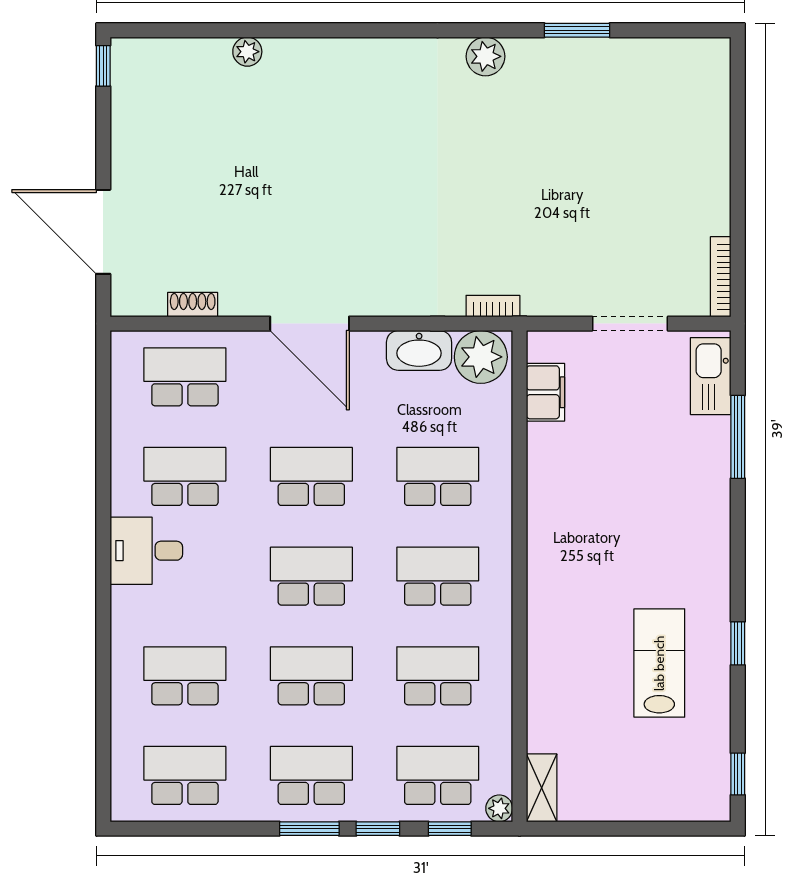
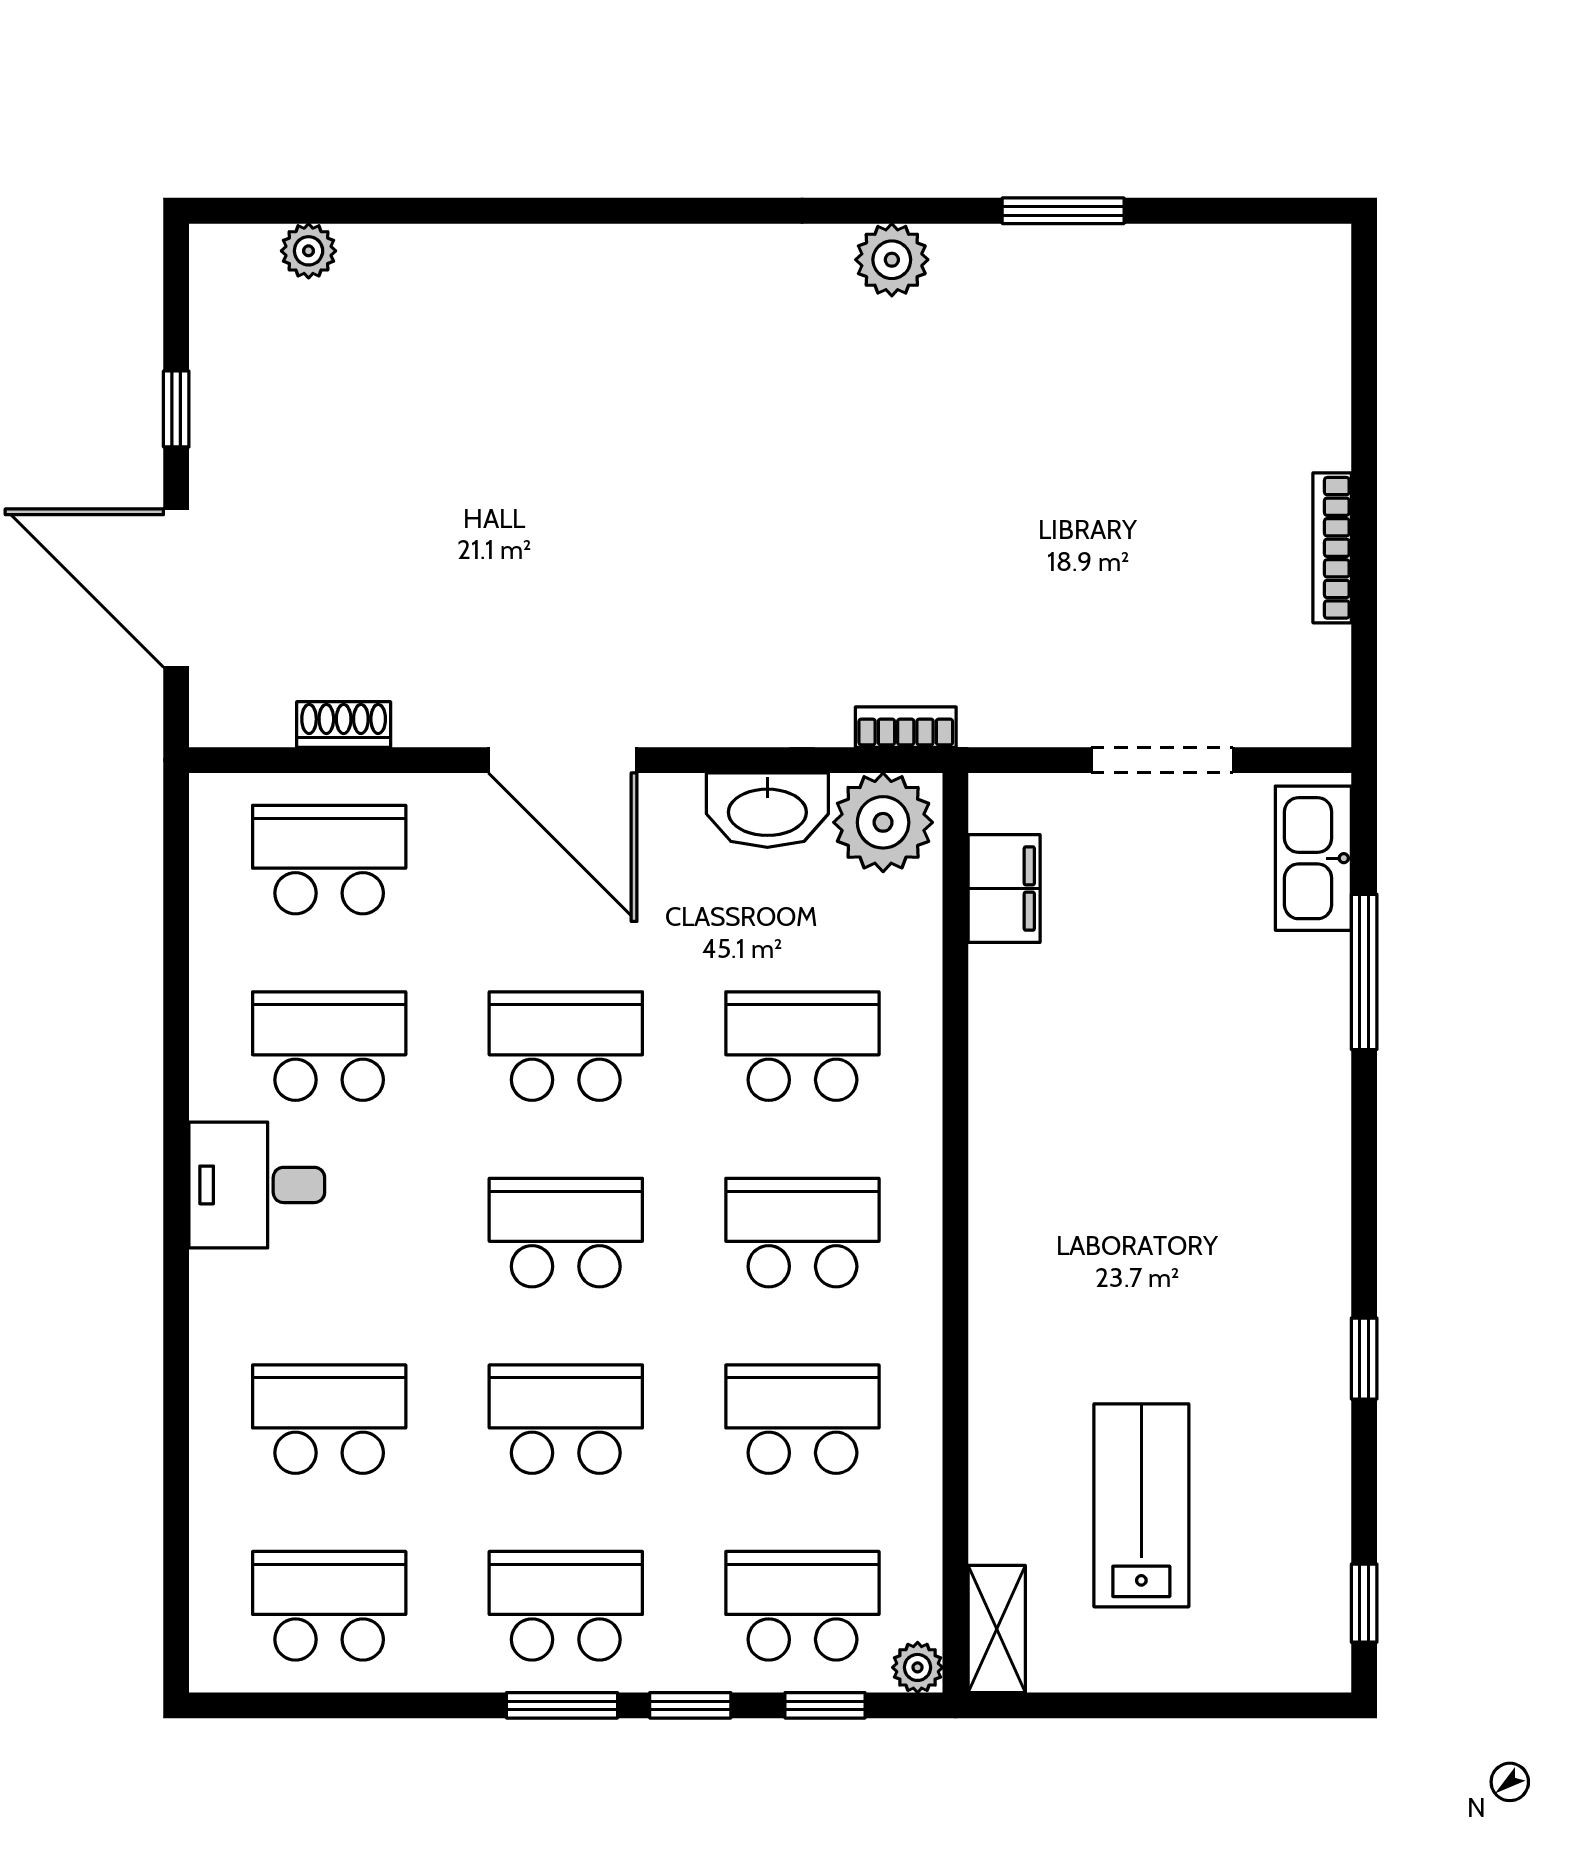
plant: (247, 52) -> (309, 251), moved
window: (103, 66) -> (176, 409), moved
bookcase: (721, 277) -> (1332, 548), moved
lab bench: (659, 663) -> (1141, 1505), moved

